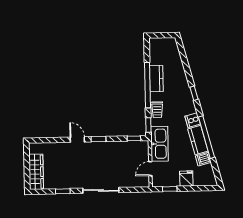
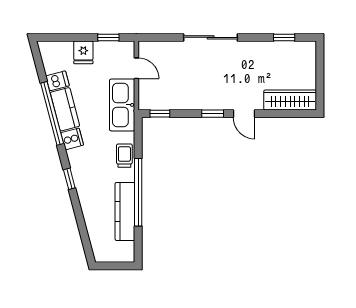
kitchen counter: (156, 79) -> (125, 211), width x1.50
window: (148, 125) -> (138, 133), removed
door: (150, 169) -> (136, 68), hinge flipped
wardrobe: (36, 172) -> (290, 100), moved, turned 90
window: (63, 191) -> (284, 37), moved

